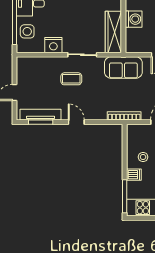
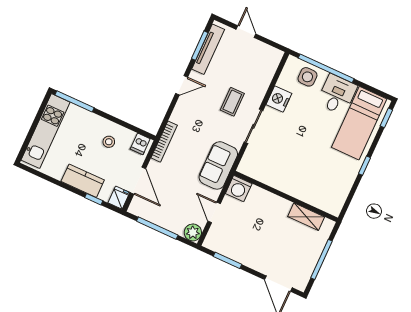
washing machine: (134, 19) -> (239, 189), moved
wardrobe: (113, 32) -> (263, 172), removed
dishwasher: (134, 175) -> (140, 144), moved

